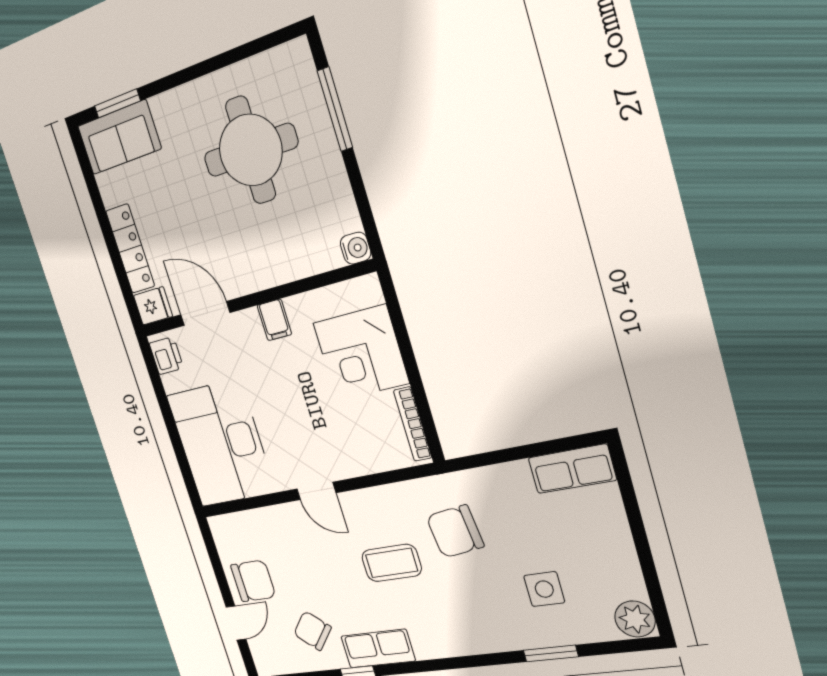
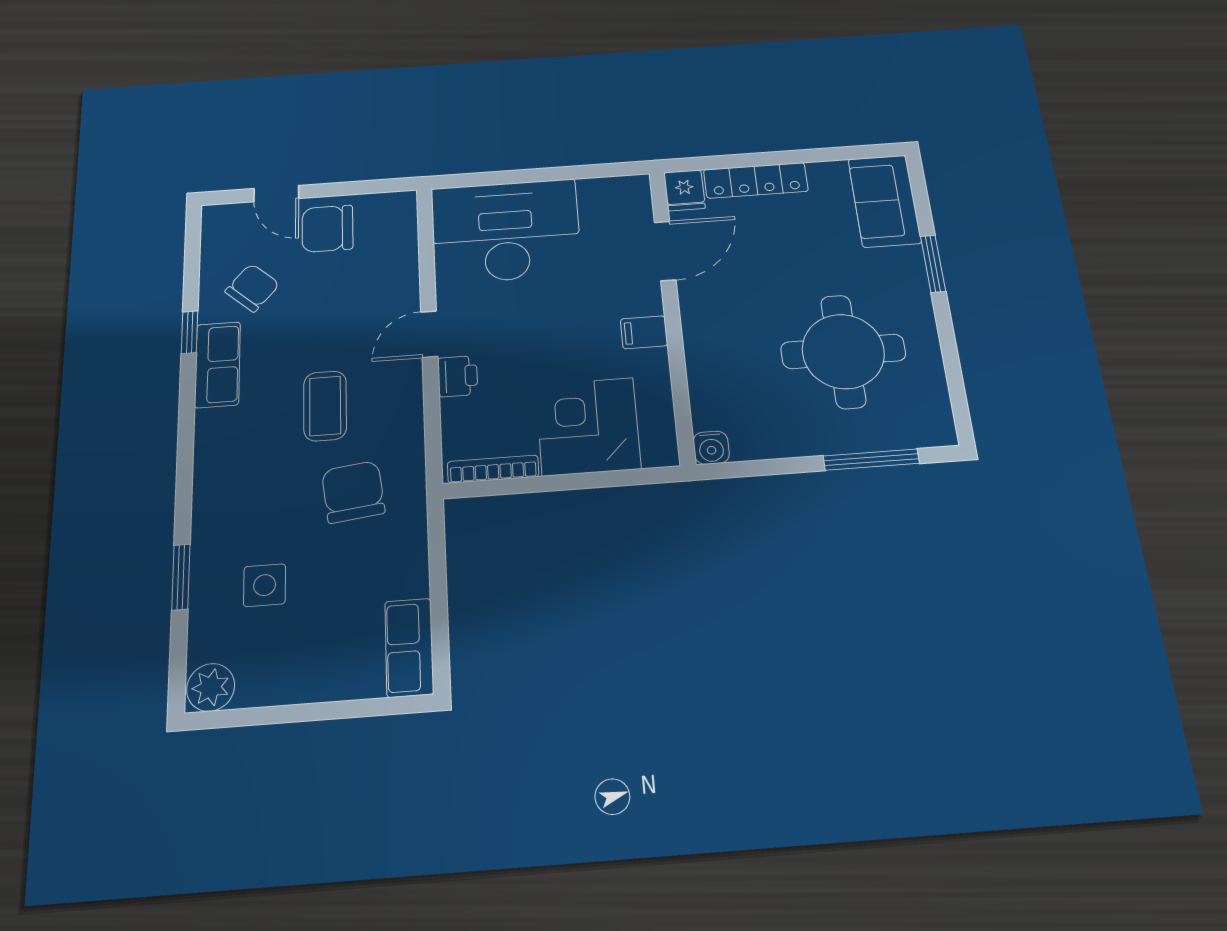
window: (117, 103) -> (933, 264), moved
printer: (166, 356) -> (458, 376), moved, turned -90
chair: (253, 581) -> (327, 229), turned 90

